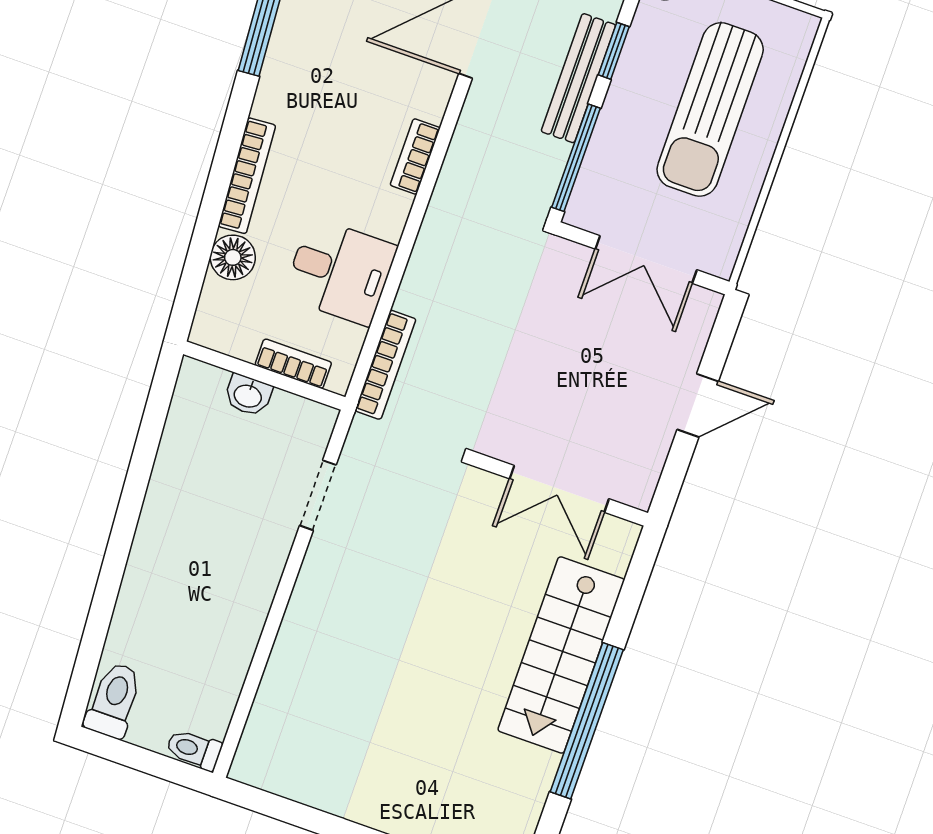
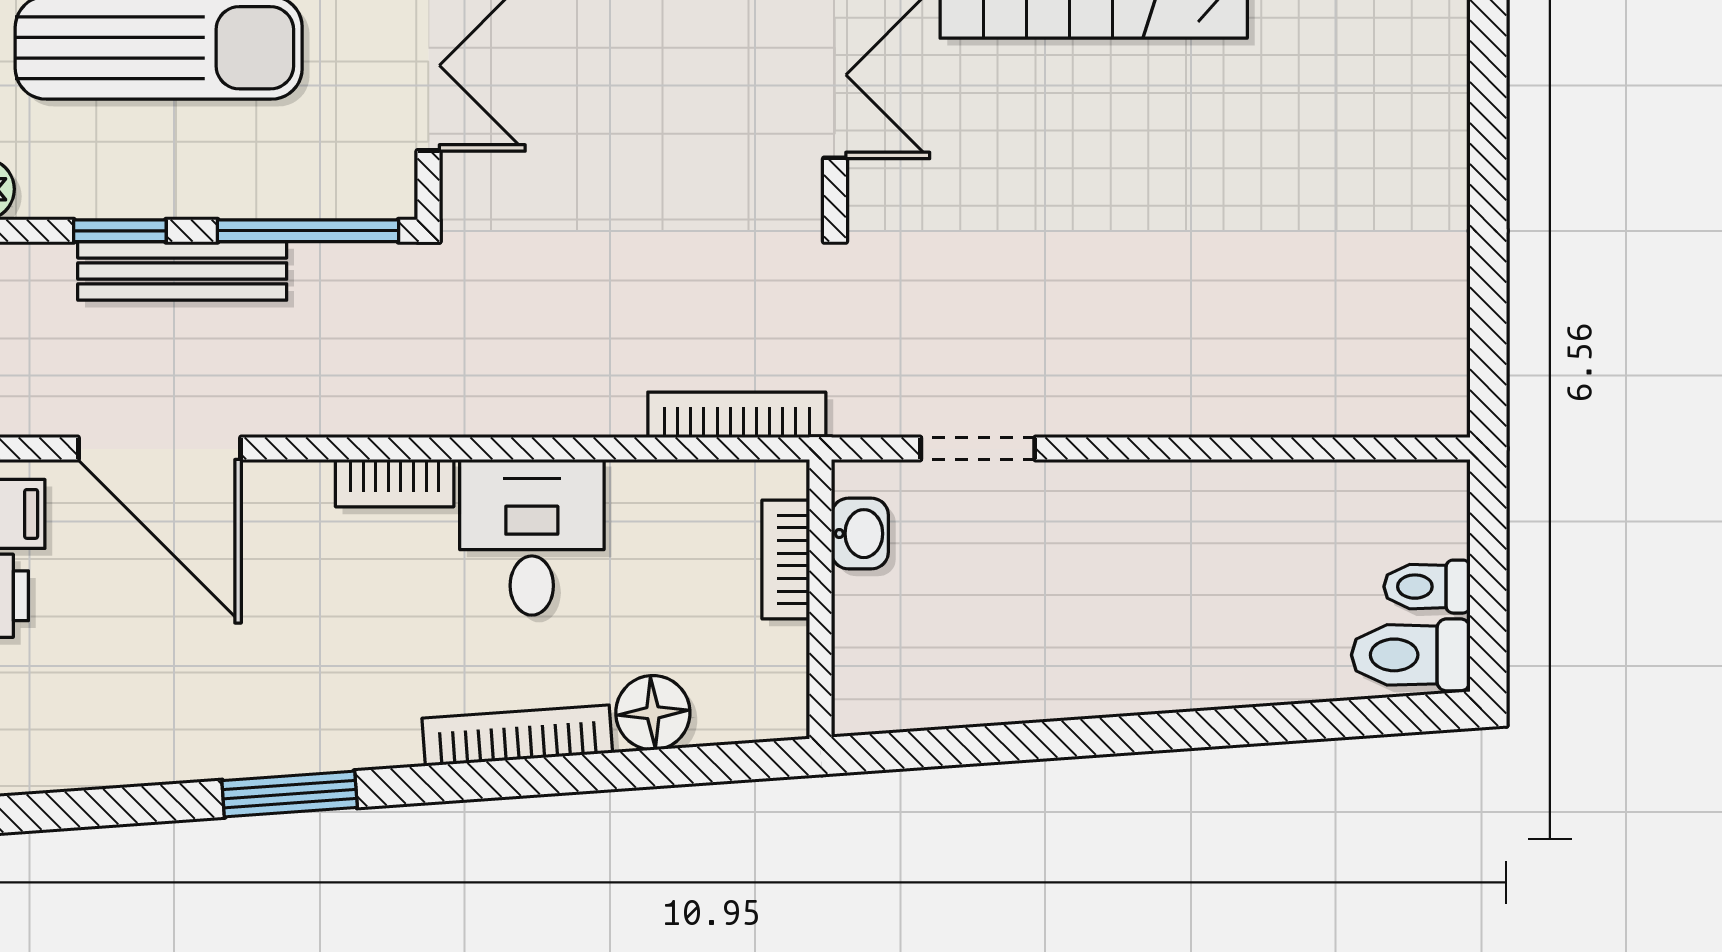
desk: (340, 271) -> (532, 537), moved
washbasin: (248, 395) -> (860, 534), moved
toilet: (194, 749) -> (1427, 587), moved, turned 90

